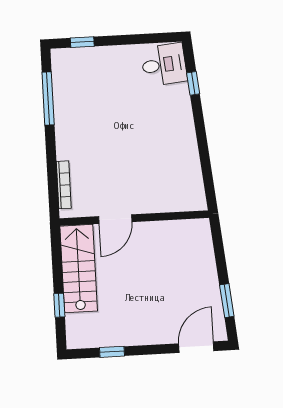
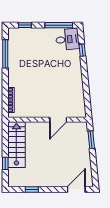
window: (146, 39) -> (59, 25), added
door: (115, 219) -> (58, 120), moved
window: (227, 301) -> (91, 140), moved

